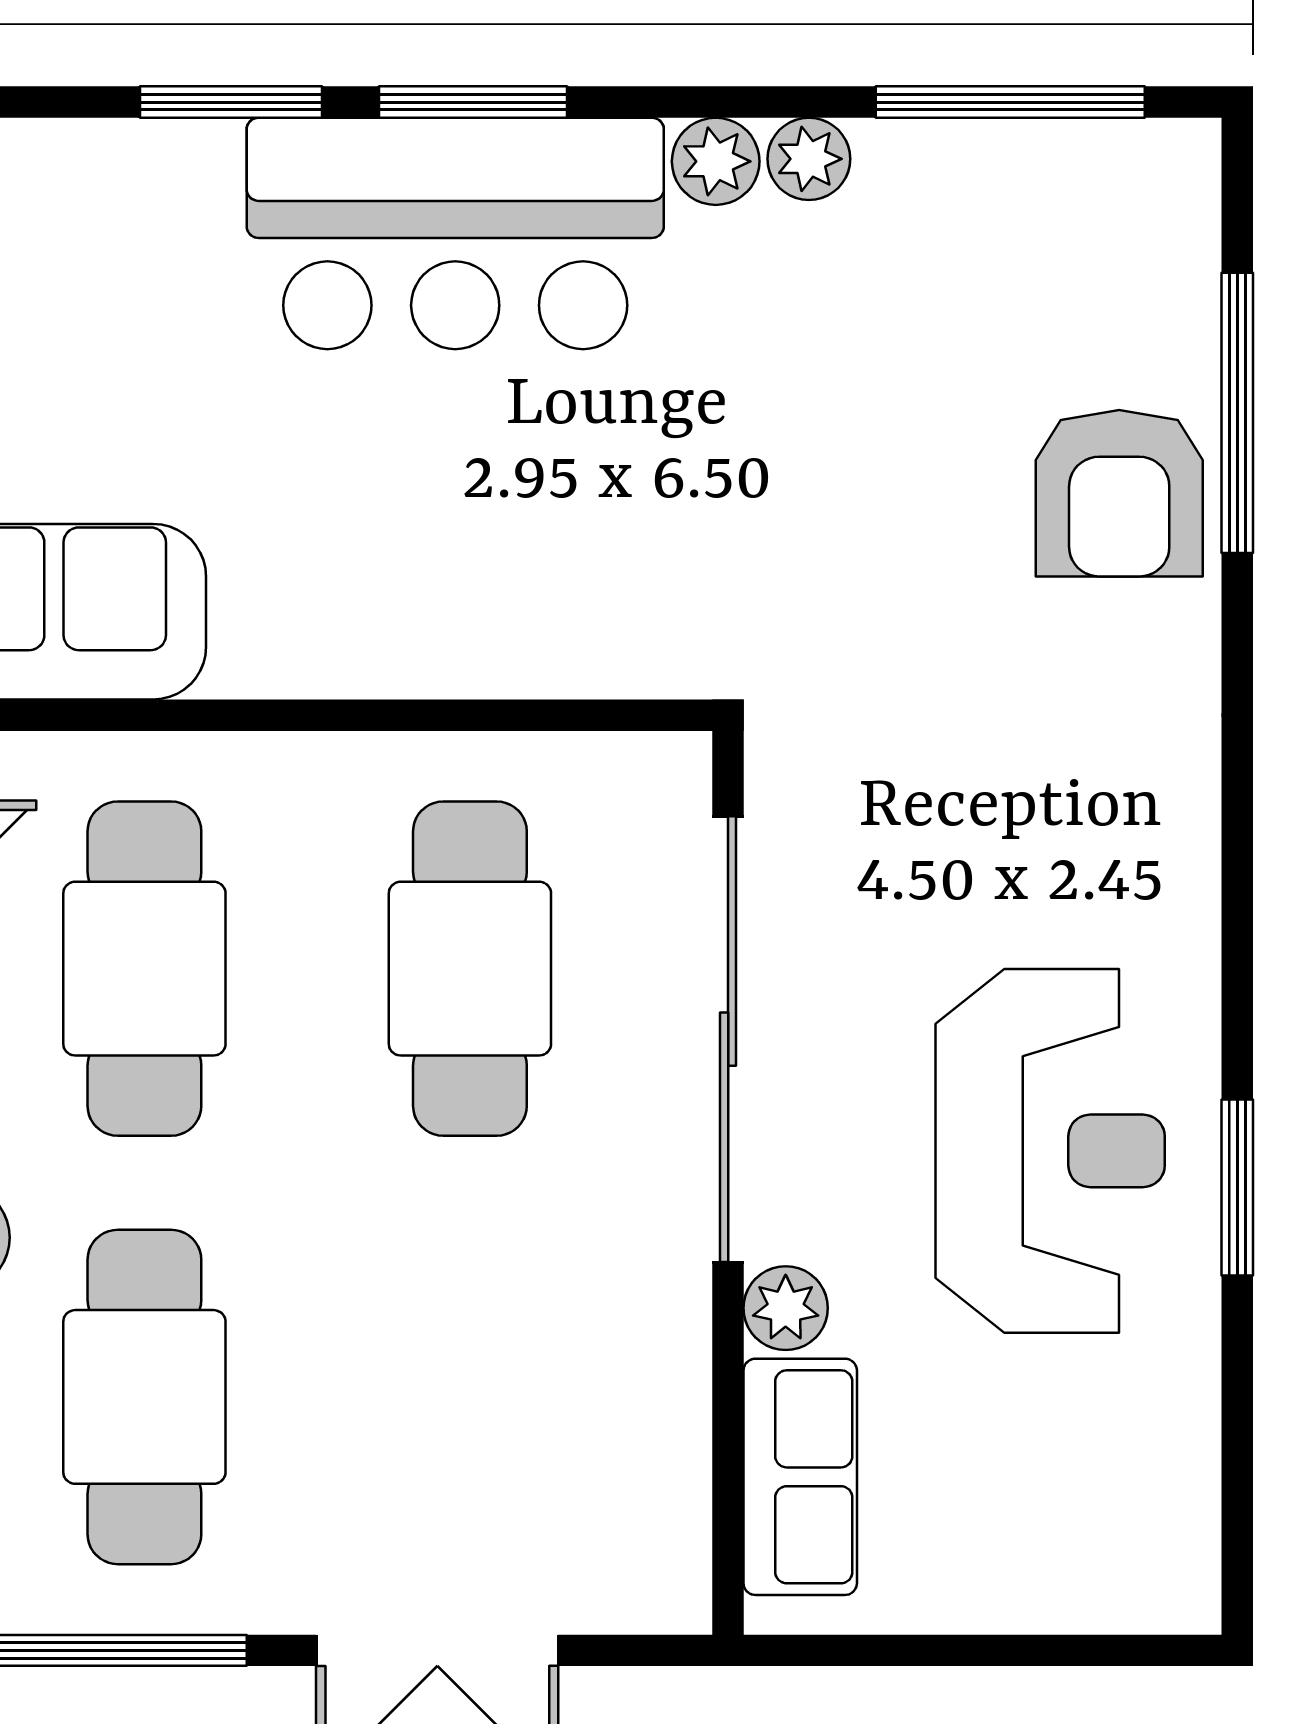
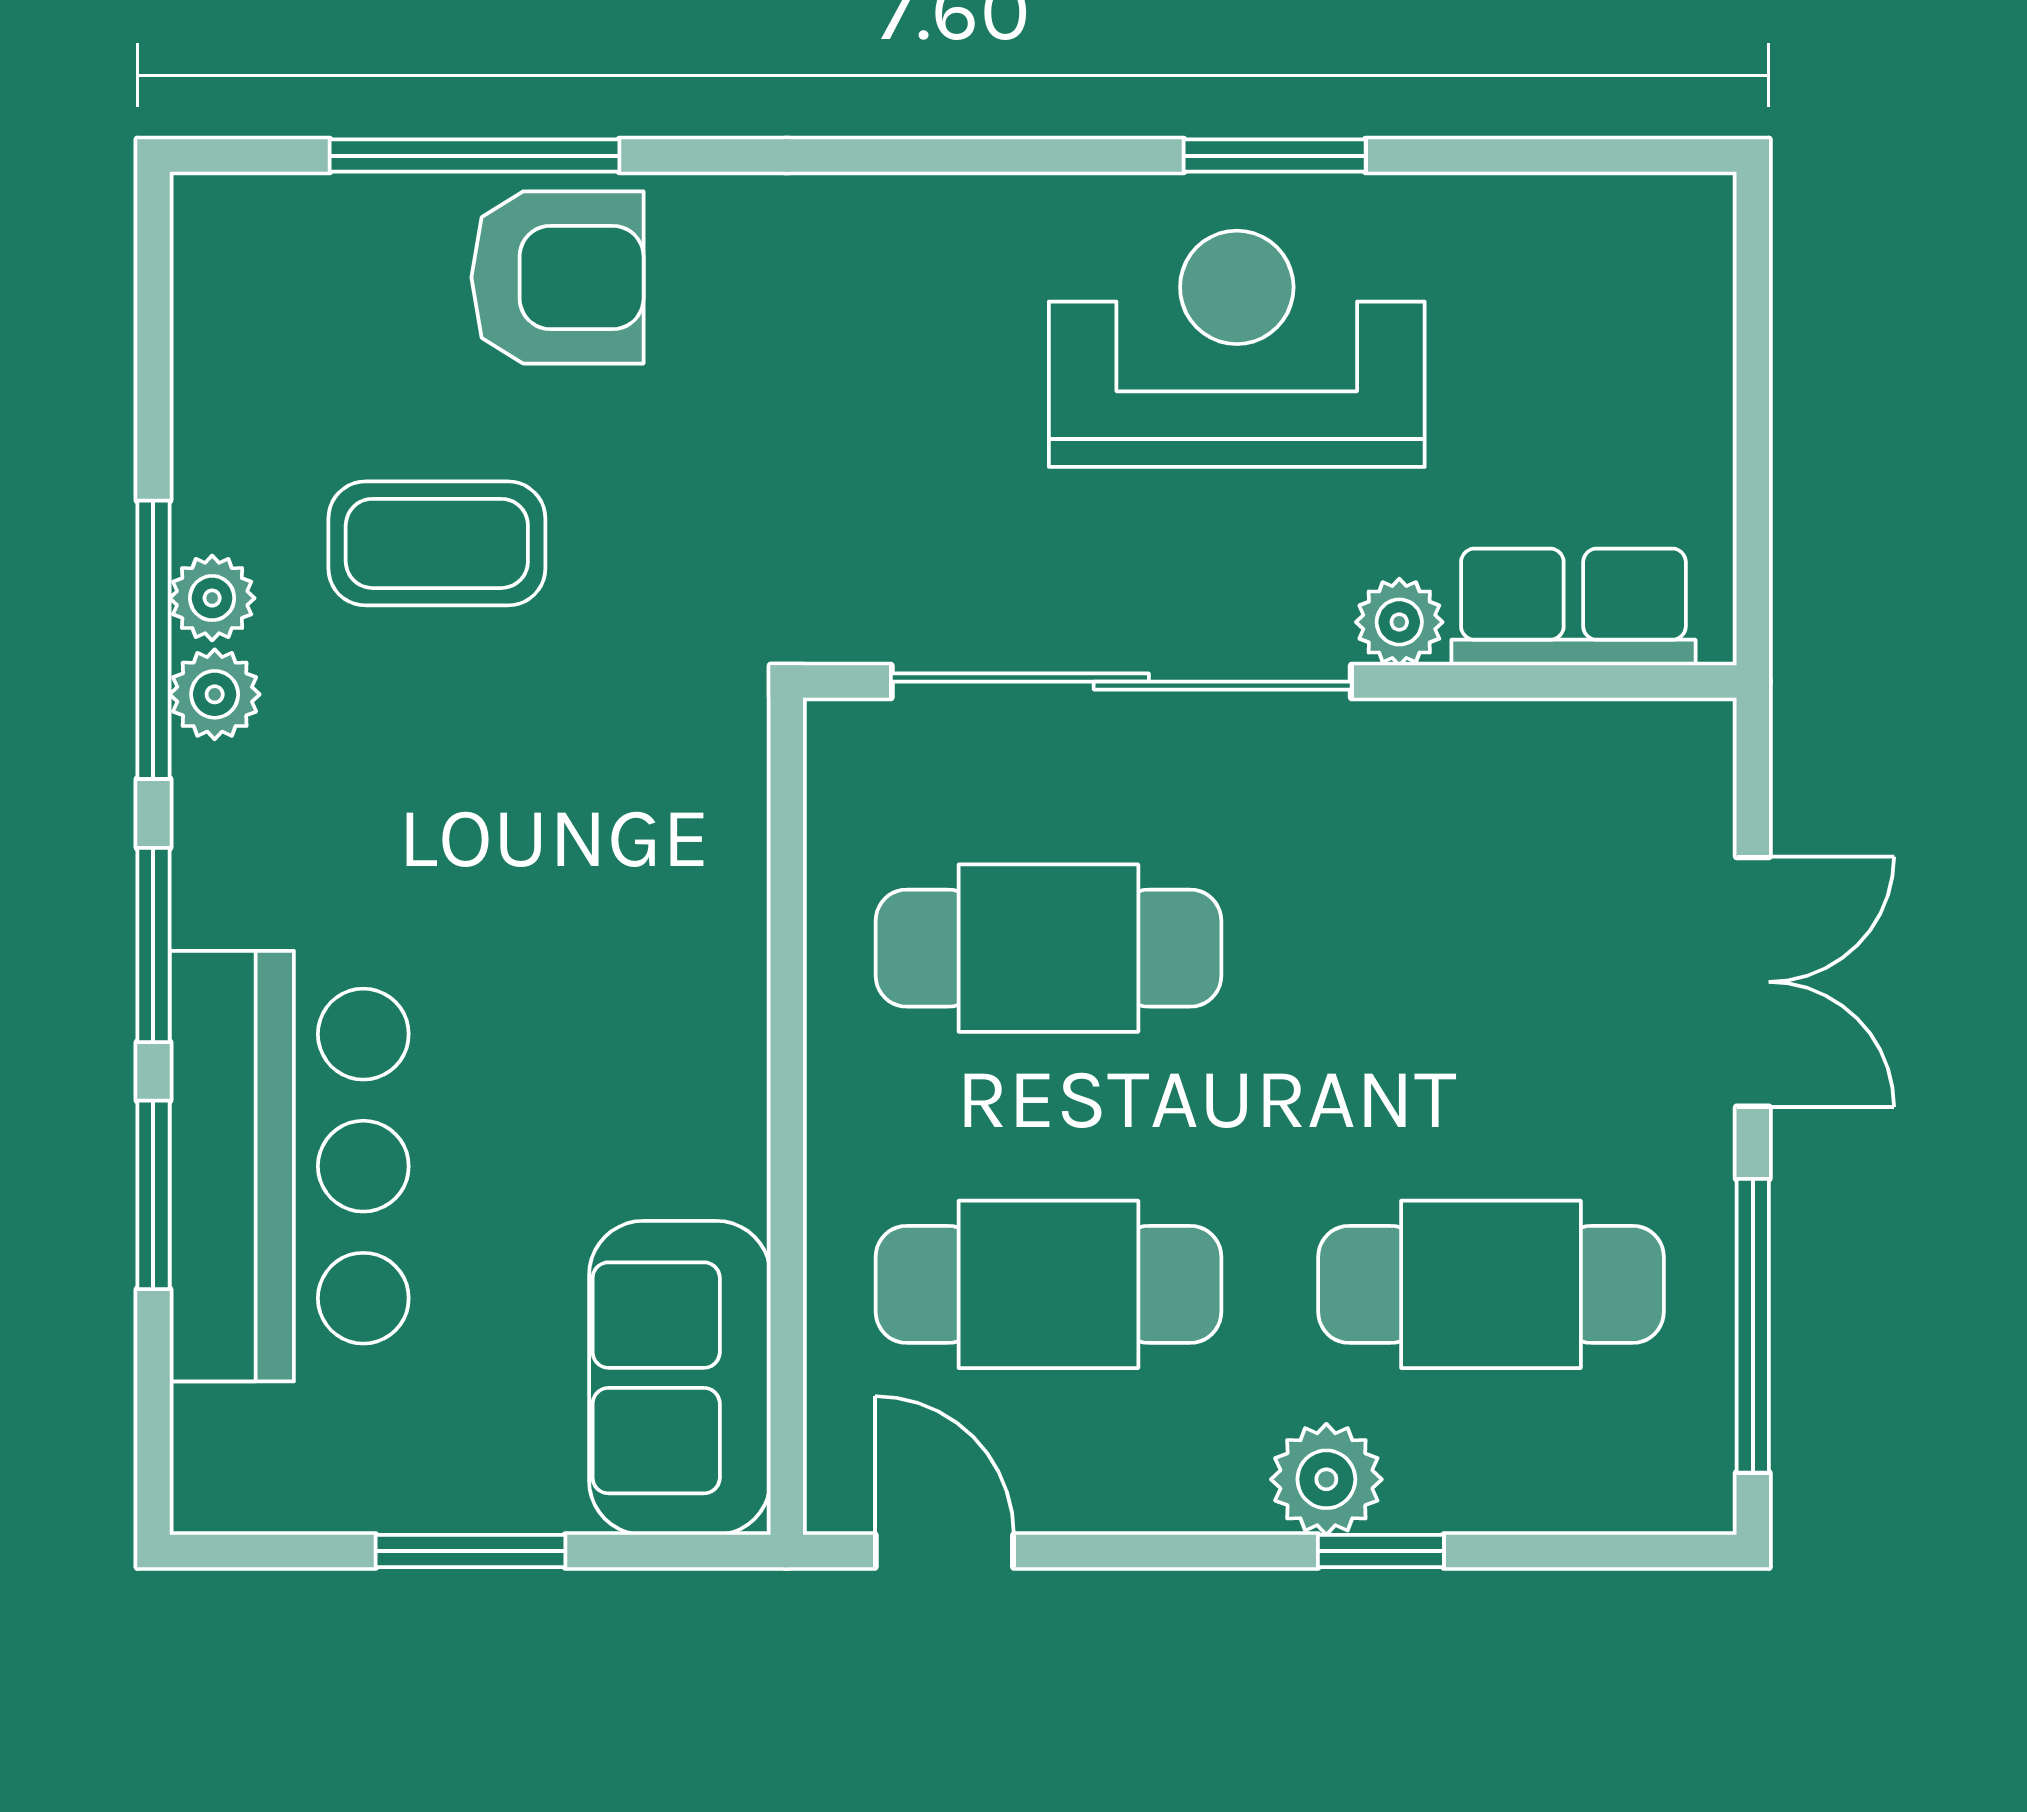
window: (1010, 102) -> (153, 640), moved
bar counter: (455, 233) -> (289, 1166), moved
coffee table: (862, 376) -> (437, 543), added

